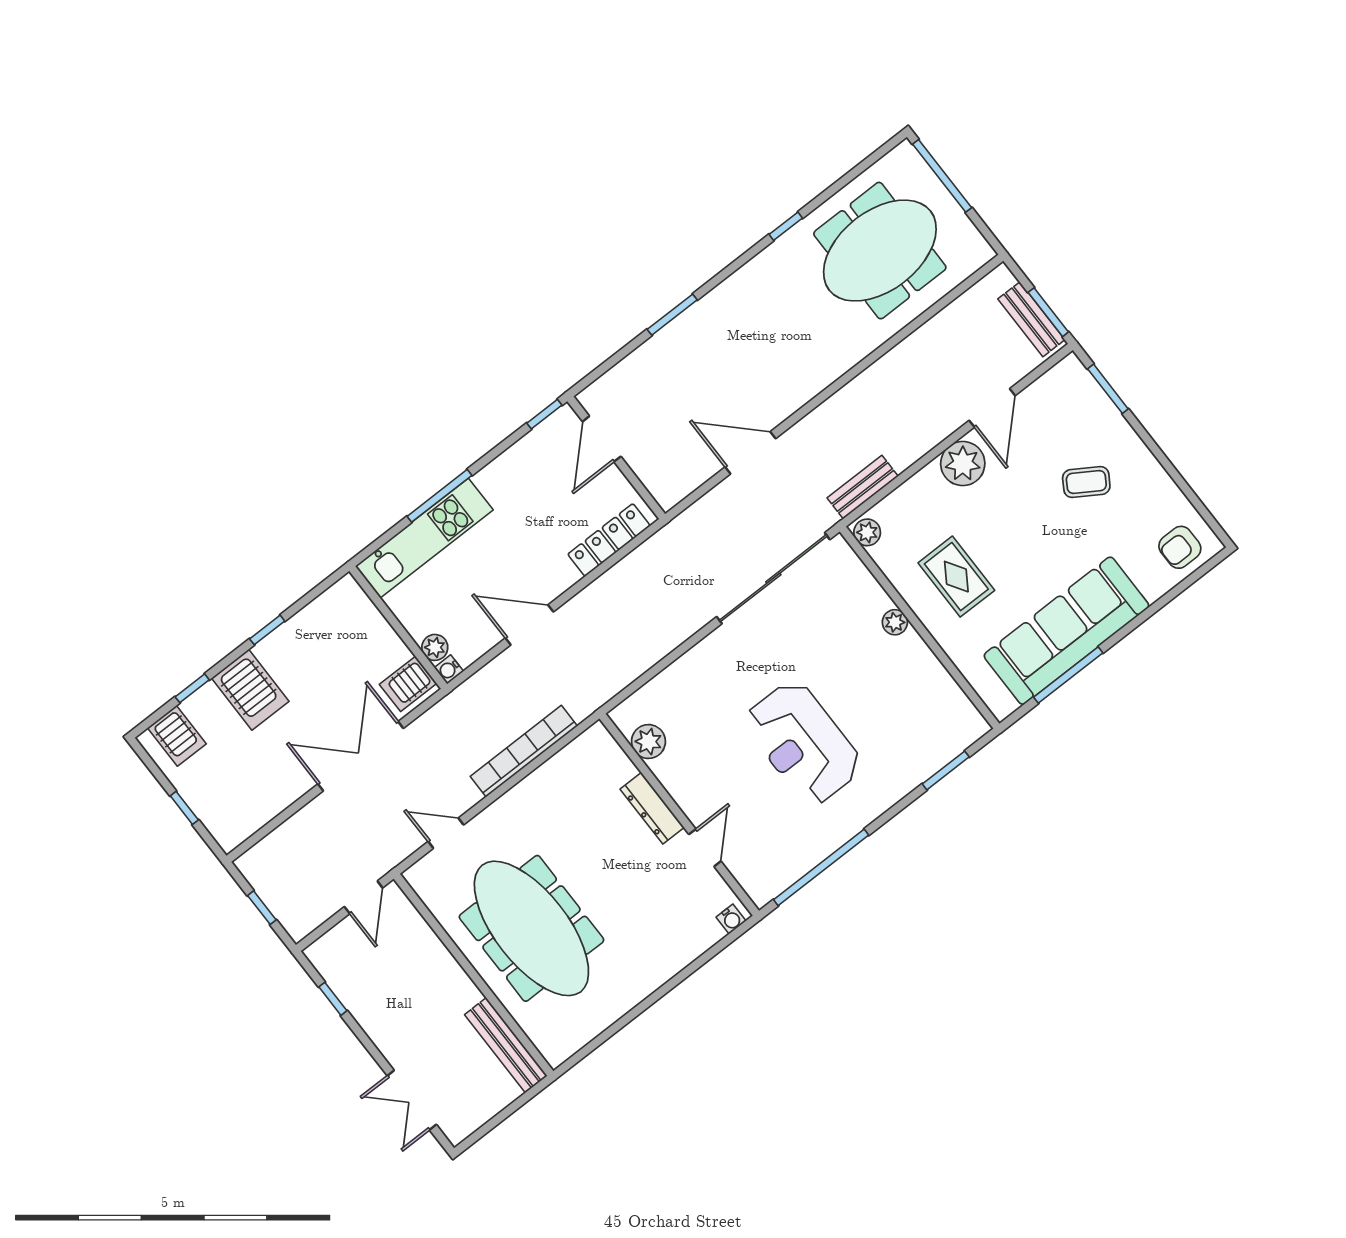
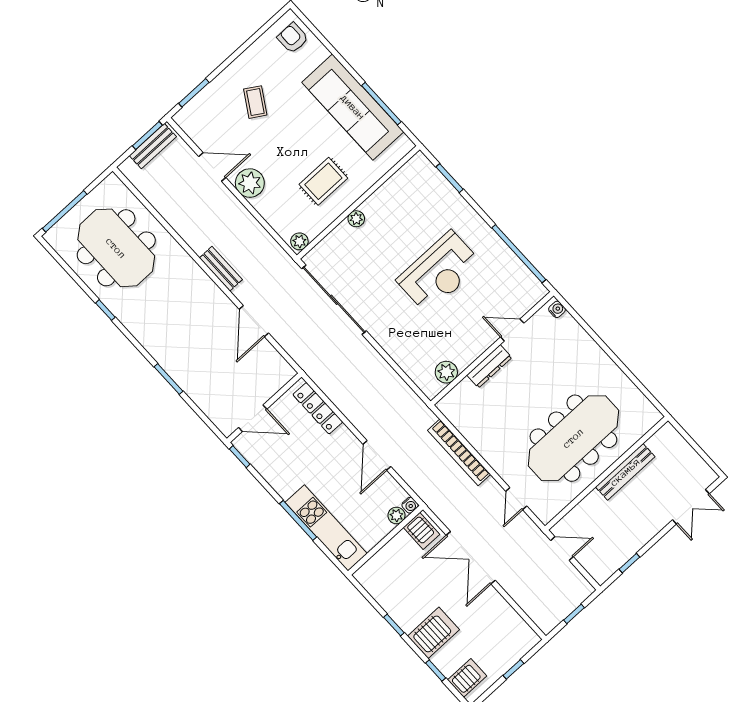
bench: (863, 487) -> (221, 269), moved
armchair: (1180, 547) -> (293, 38), turned 180
bench: (506, 1045) -> (625, 472), moved

